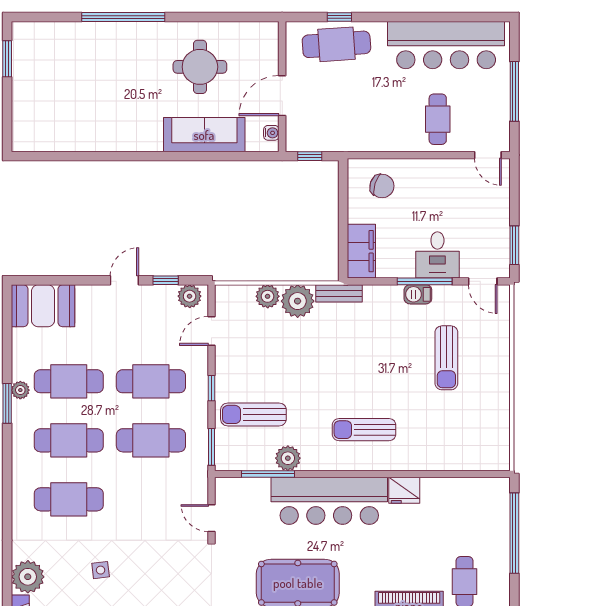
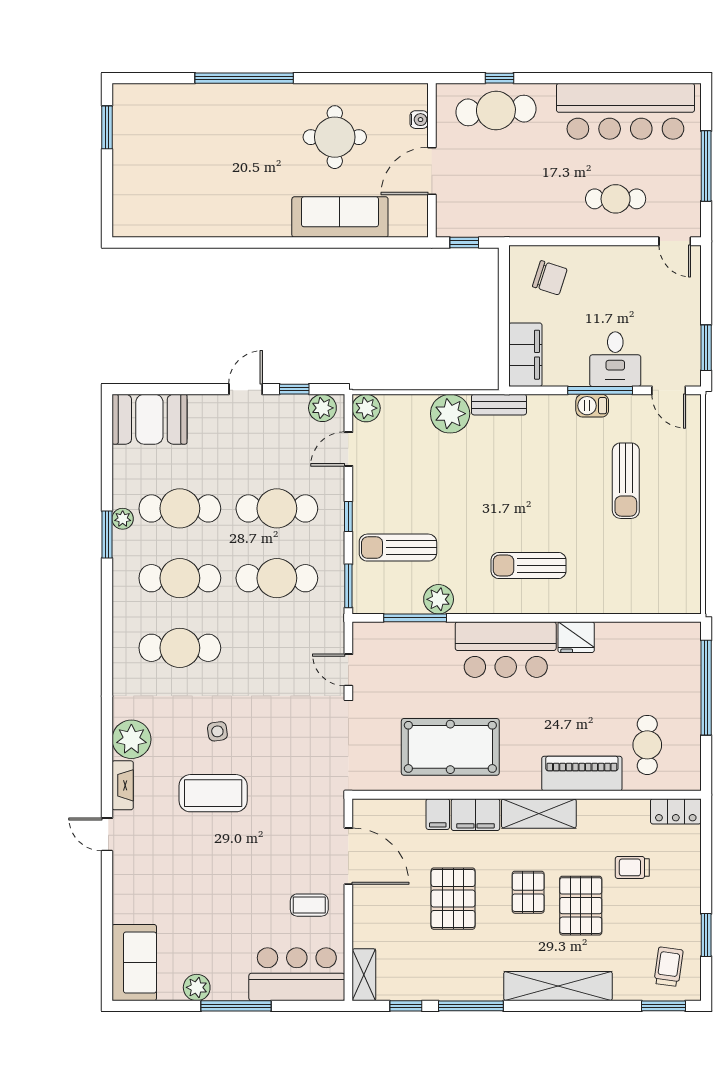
cafe table: (438, 119) -> (616, 199), turned 90
water cooler: (271, 133) -> (419, 120), moved
plant: (268, 296) -> (366, 408), moved
bar counter: (329, 501) -> (506, 650), width x0.73

